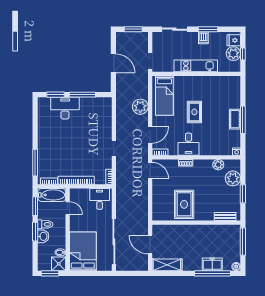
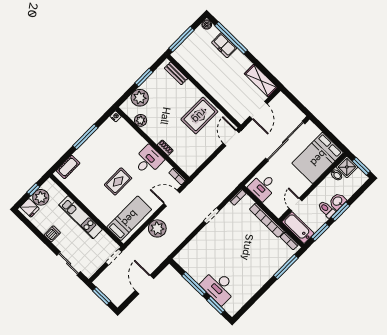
window: (208, 29) -> (42, 237), removed
cot: (235, 119) -> (68, 167), moved
door: (150, 171) -> (231, 138), moved

